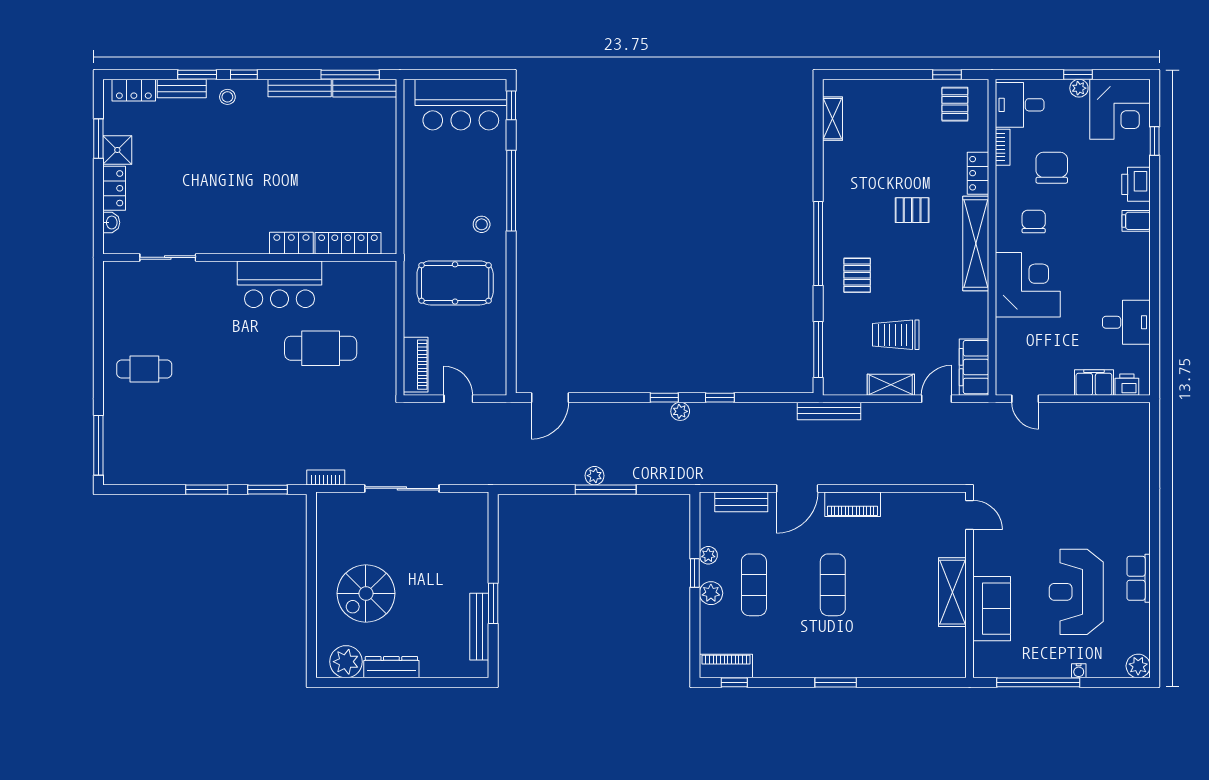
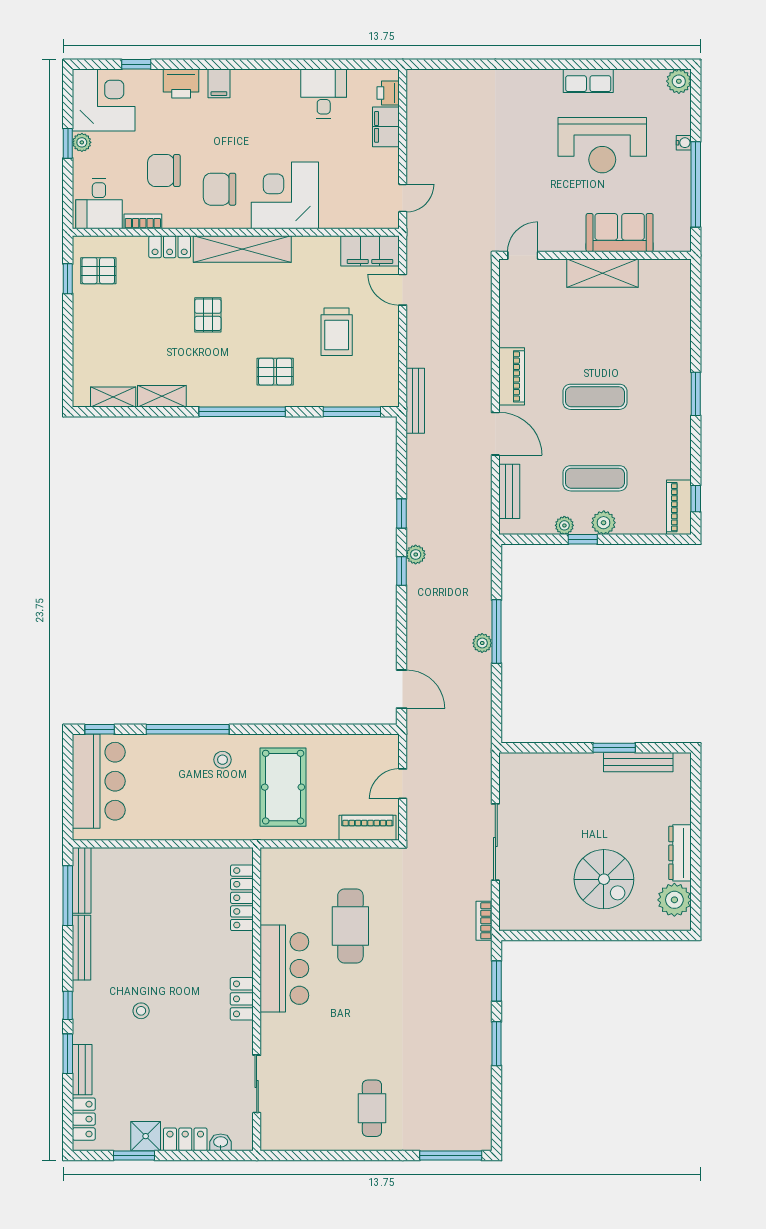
stool: (227, 97) -> (141, 1011), moved
chair: (1034, 221) -> (220, 189), width x1.37, depth x1.37
locker: (291, 243) -> (242, 999), moved
shelving: (891, 385) -> (162, 396), moved, turned 90

